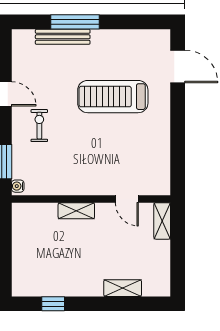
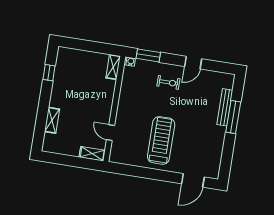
treadmill: (113, 97) -> (161, 140), moved
door: (127, 199) -> (111, 133), hinge flipped
shelving: (76, 211) -> (113, 67), moved

